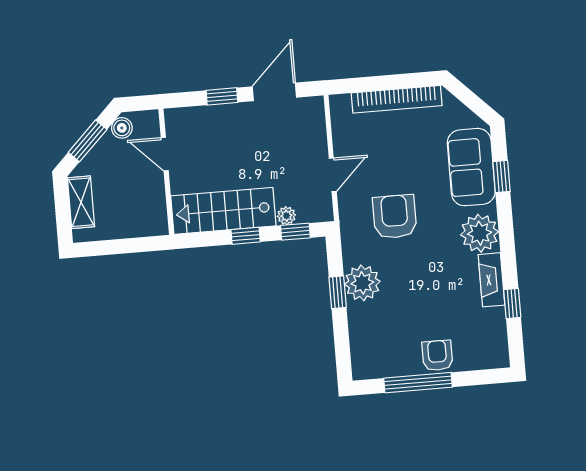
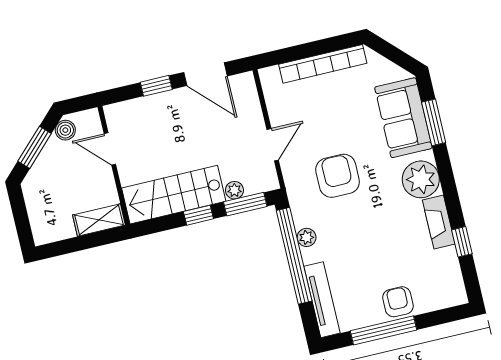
door: (274, 92) -> (206, 74), swing flipped
window: (502, 177) -> (434, 122), width x1.50
shelving: (81, 202) -> (99, 220), moved, turned 90
window: (295, 232) -> (245, 204), width x1.50
plant: (362, 283) -> (307, 237), width x0.53, depth x0.53
window: (338, 292) -> (294, 256), width x3.17
tv unit: (360, 342) -> (322, 300), added

